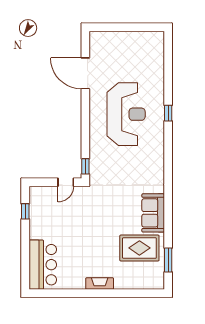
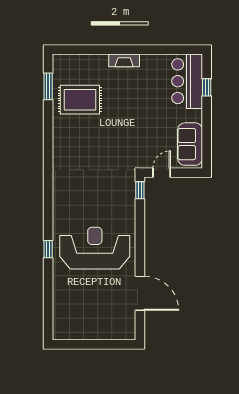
reception desk: (126, 114) -> (95, 248), turned 90
window: (25, 211) -> (207, 87), moved
sofa: (153, 213) -> (190, 144), moved, turned 180

